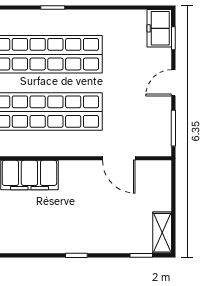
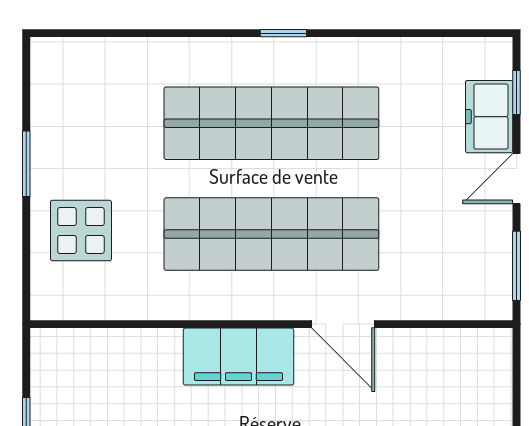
freezer: (159, 28) -> (489, 117), moved
door: (119, 158) -> (343, 324), moved

